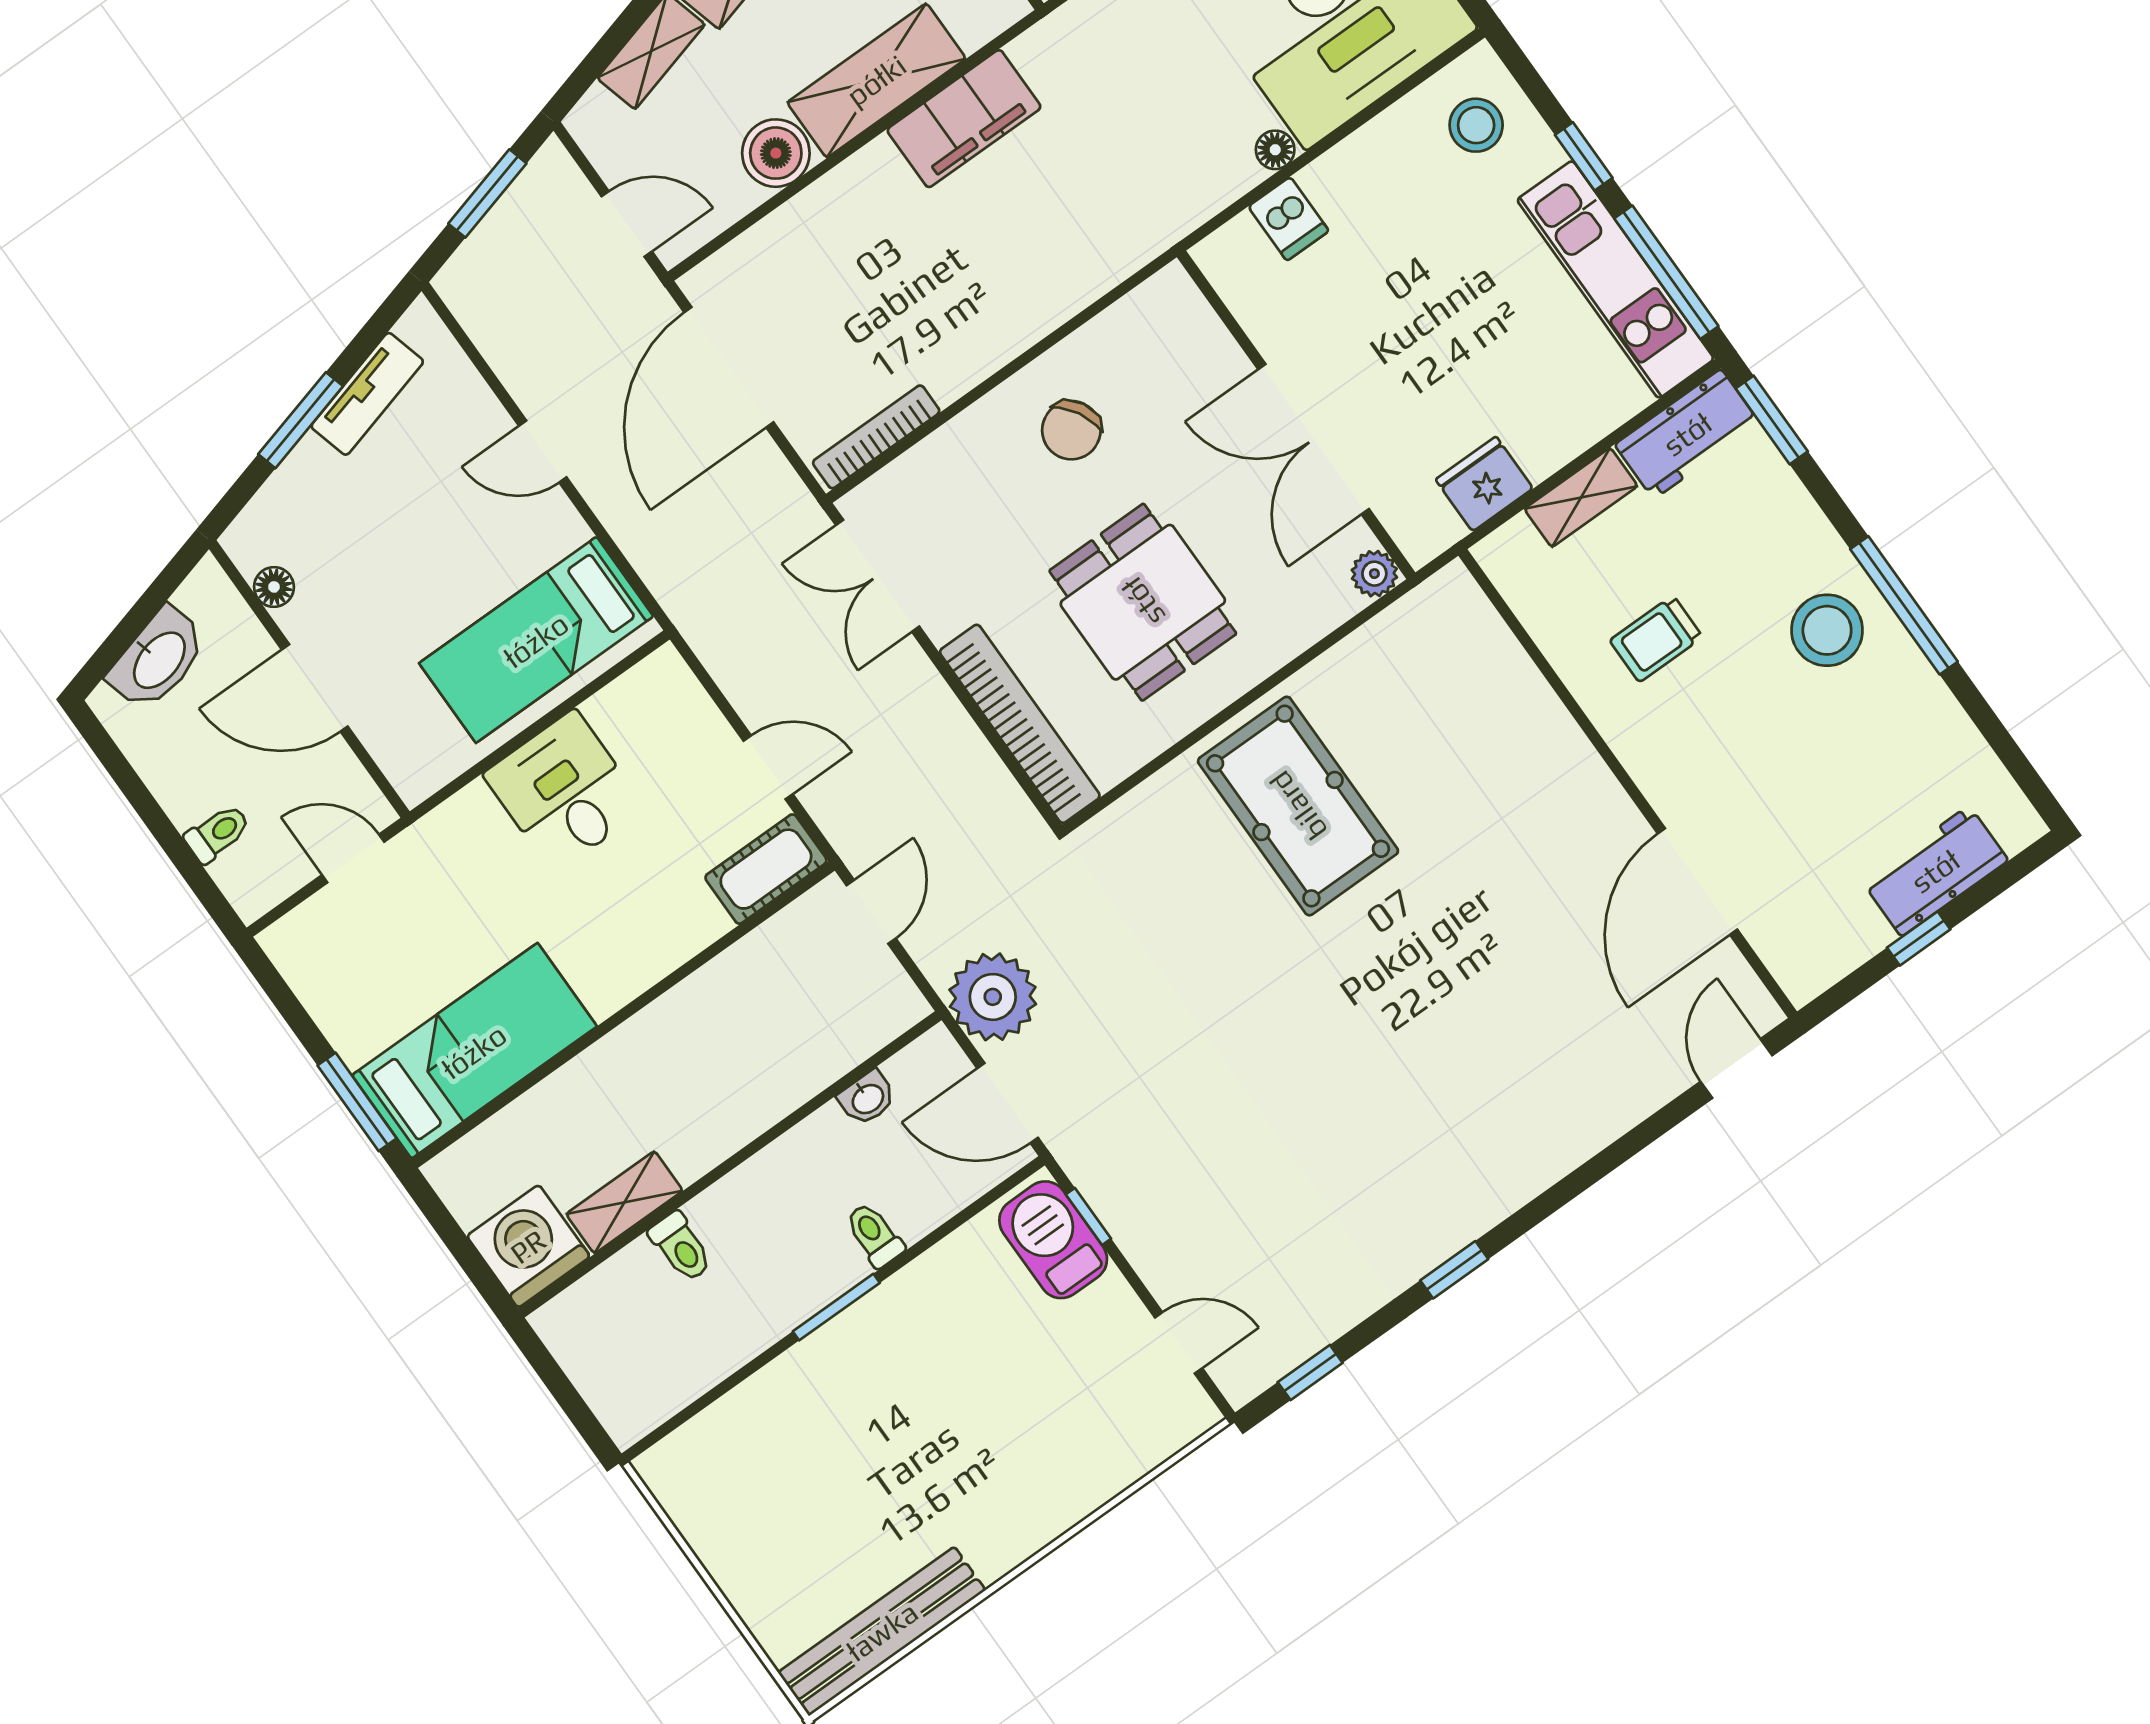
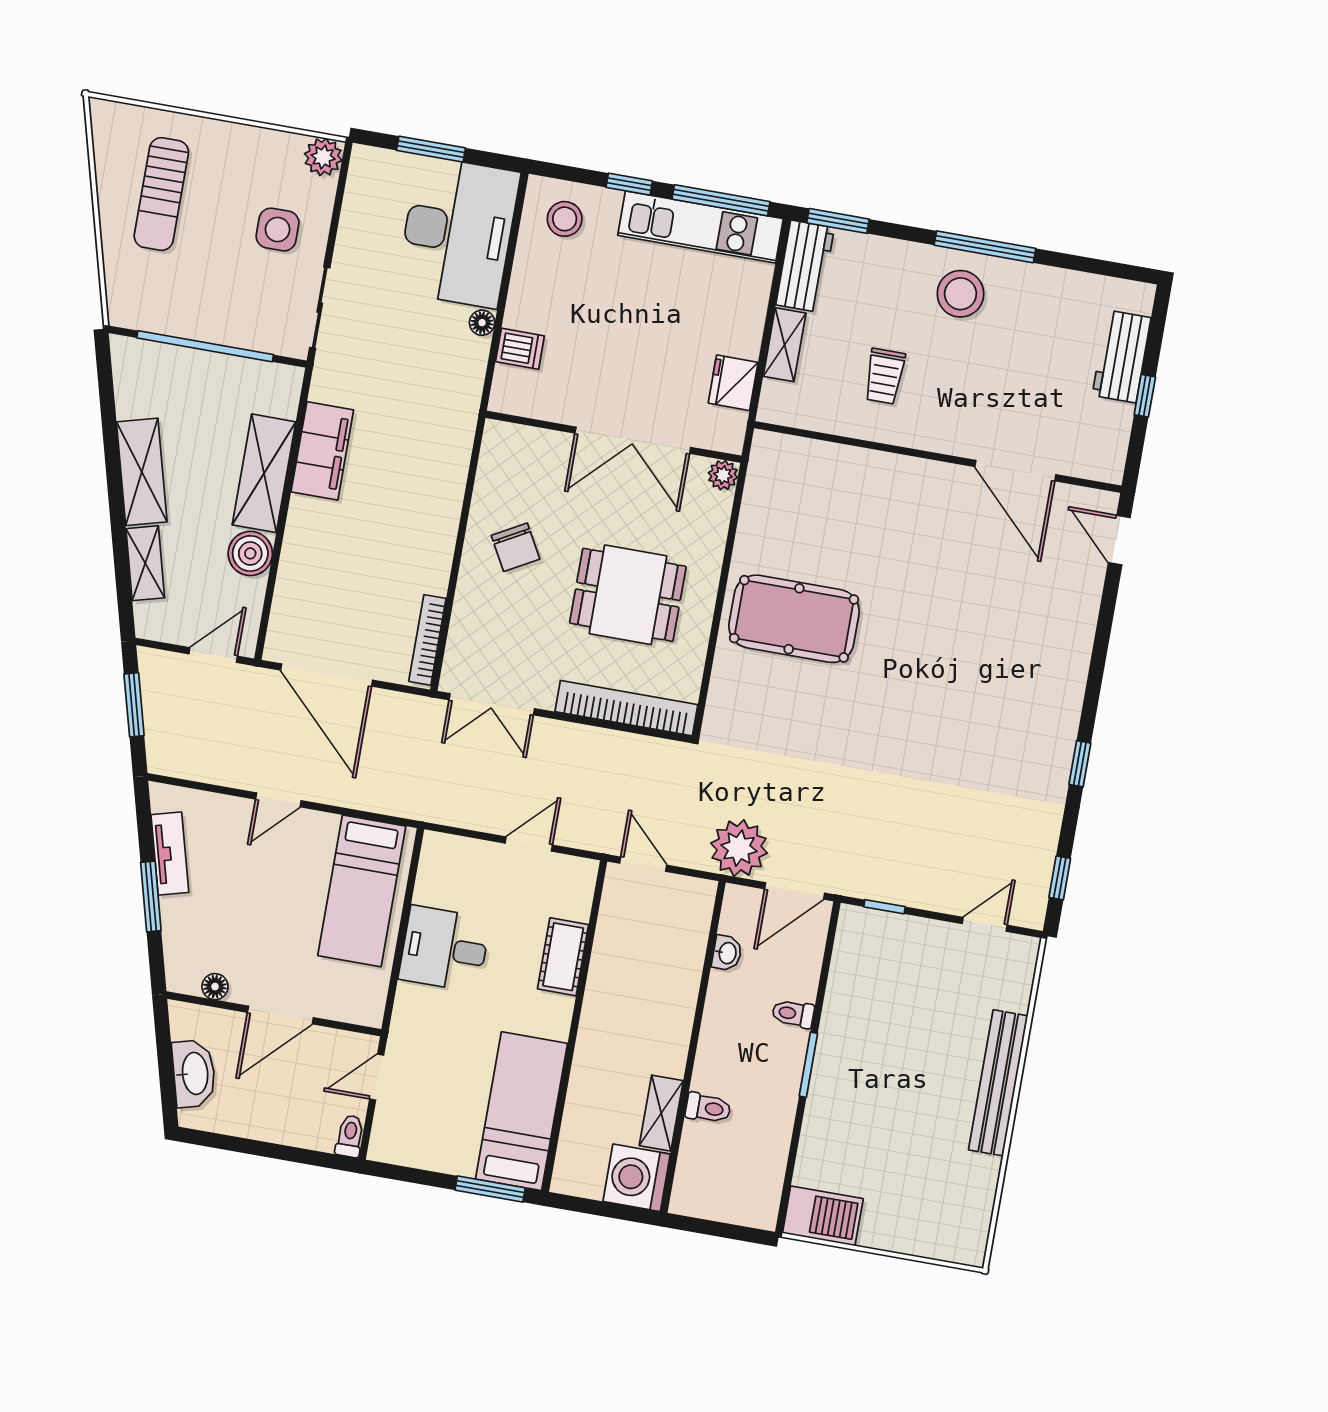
toilet: (217, 833) -> (350, 1136), moved
cot: (766, 869) -> (563, 957), moved
barbecue: (1053, 1240) -> (823, 1216), moved, turned 180
bench: (882, 1631) -> (998, 1083), moved

